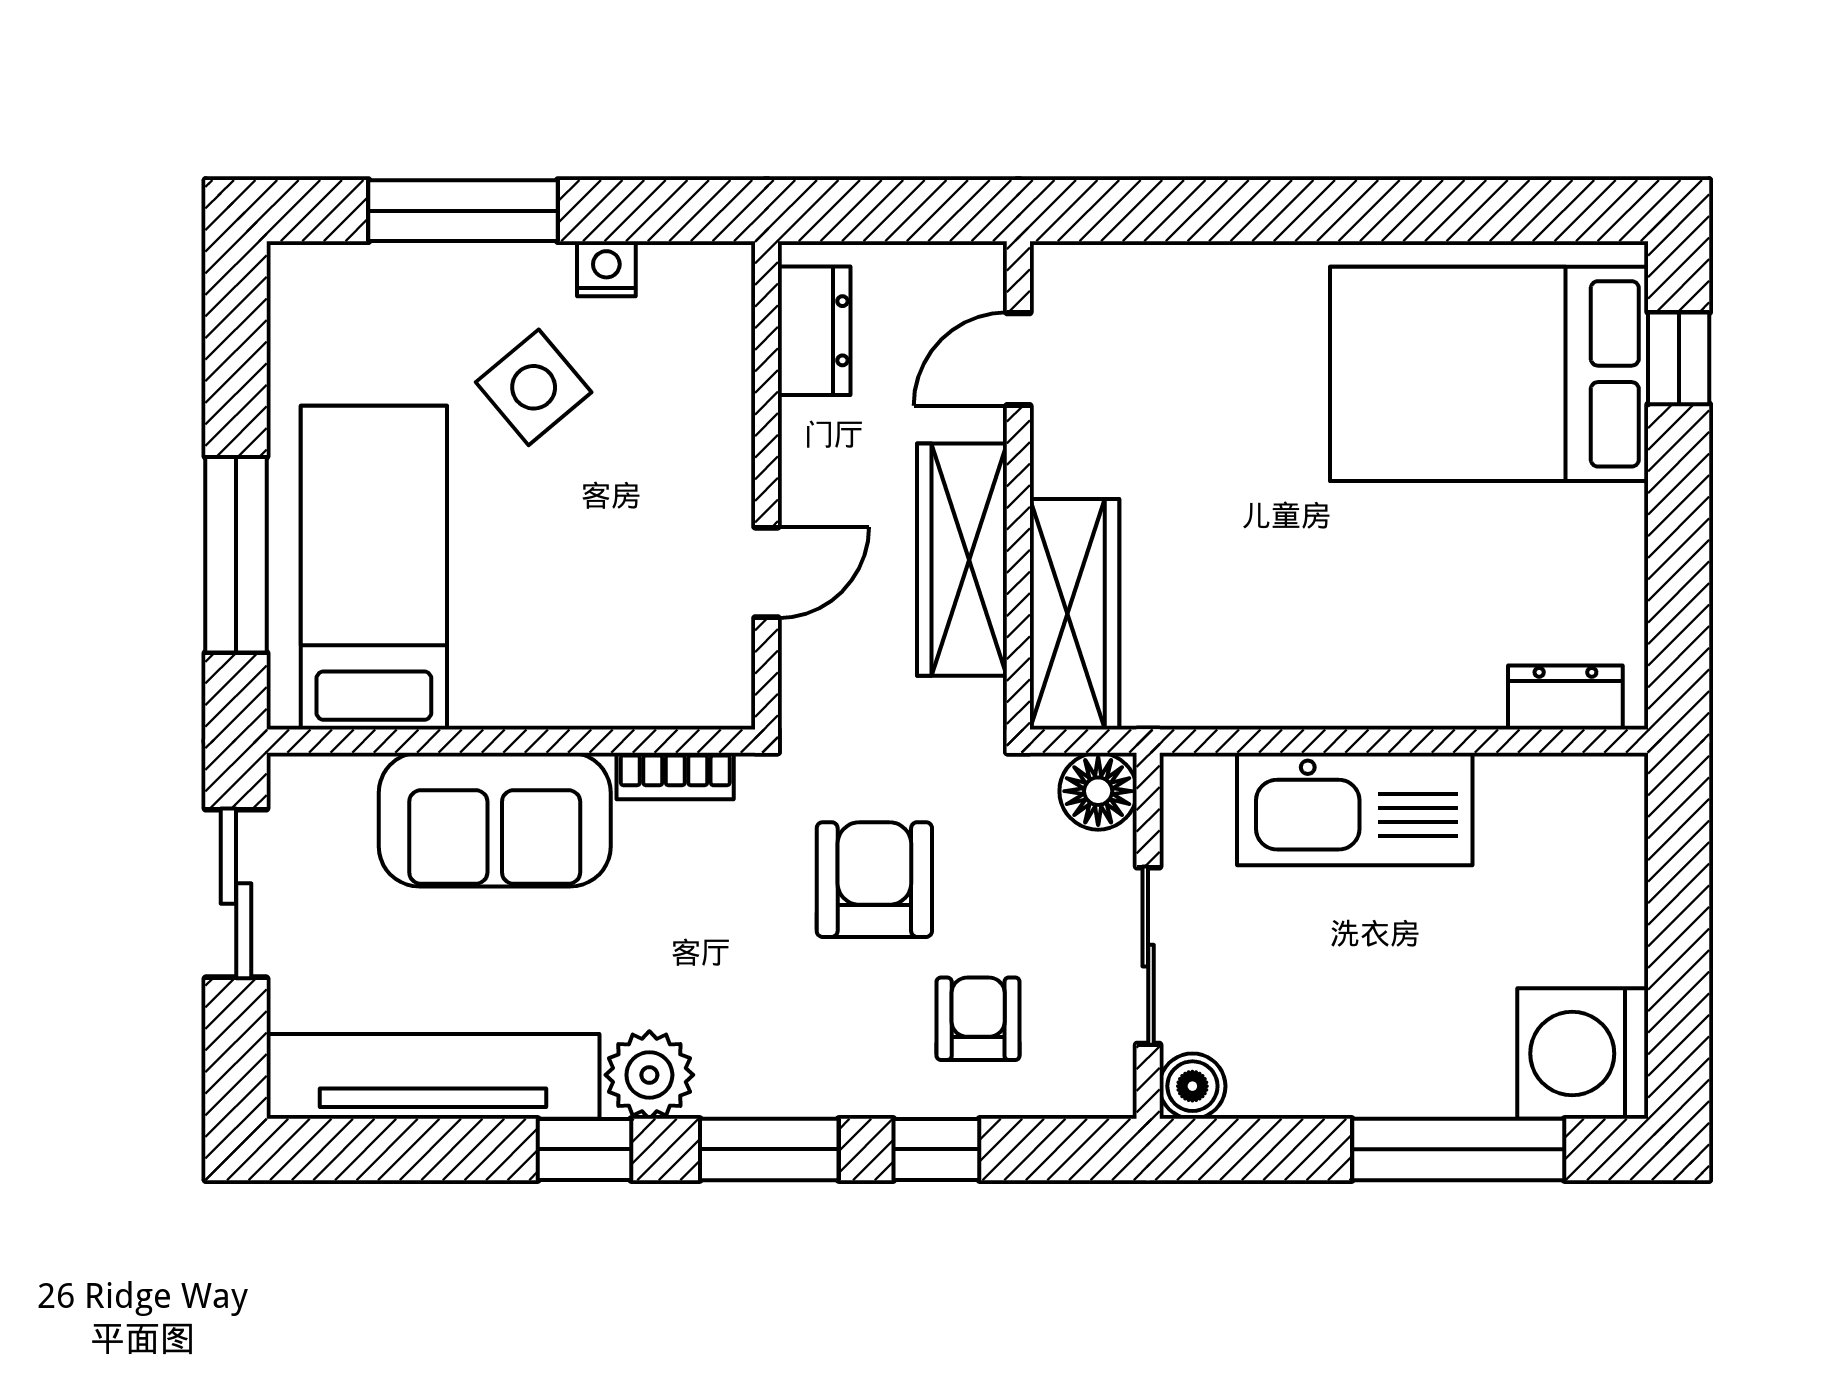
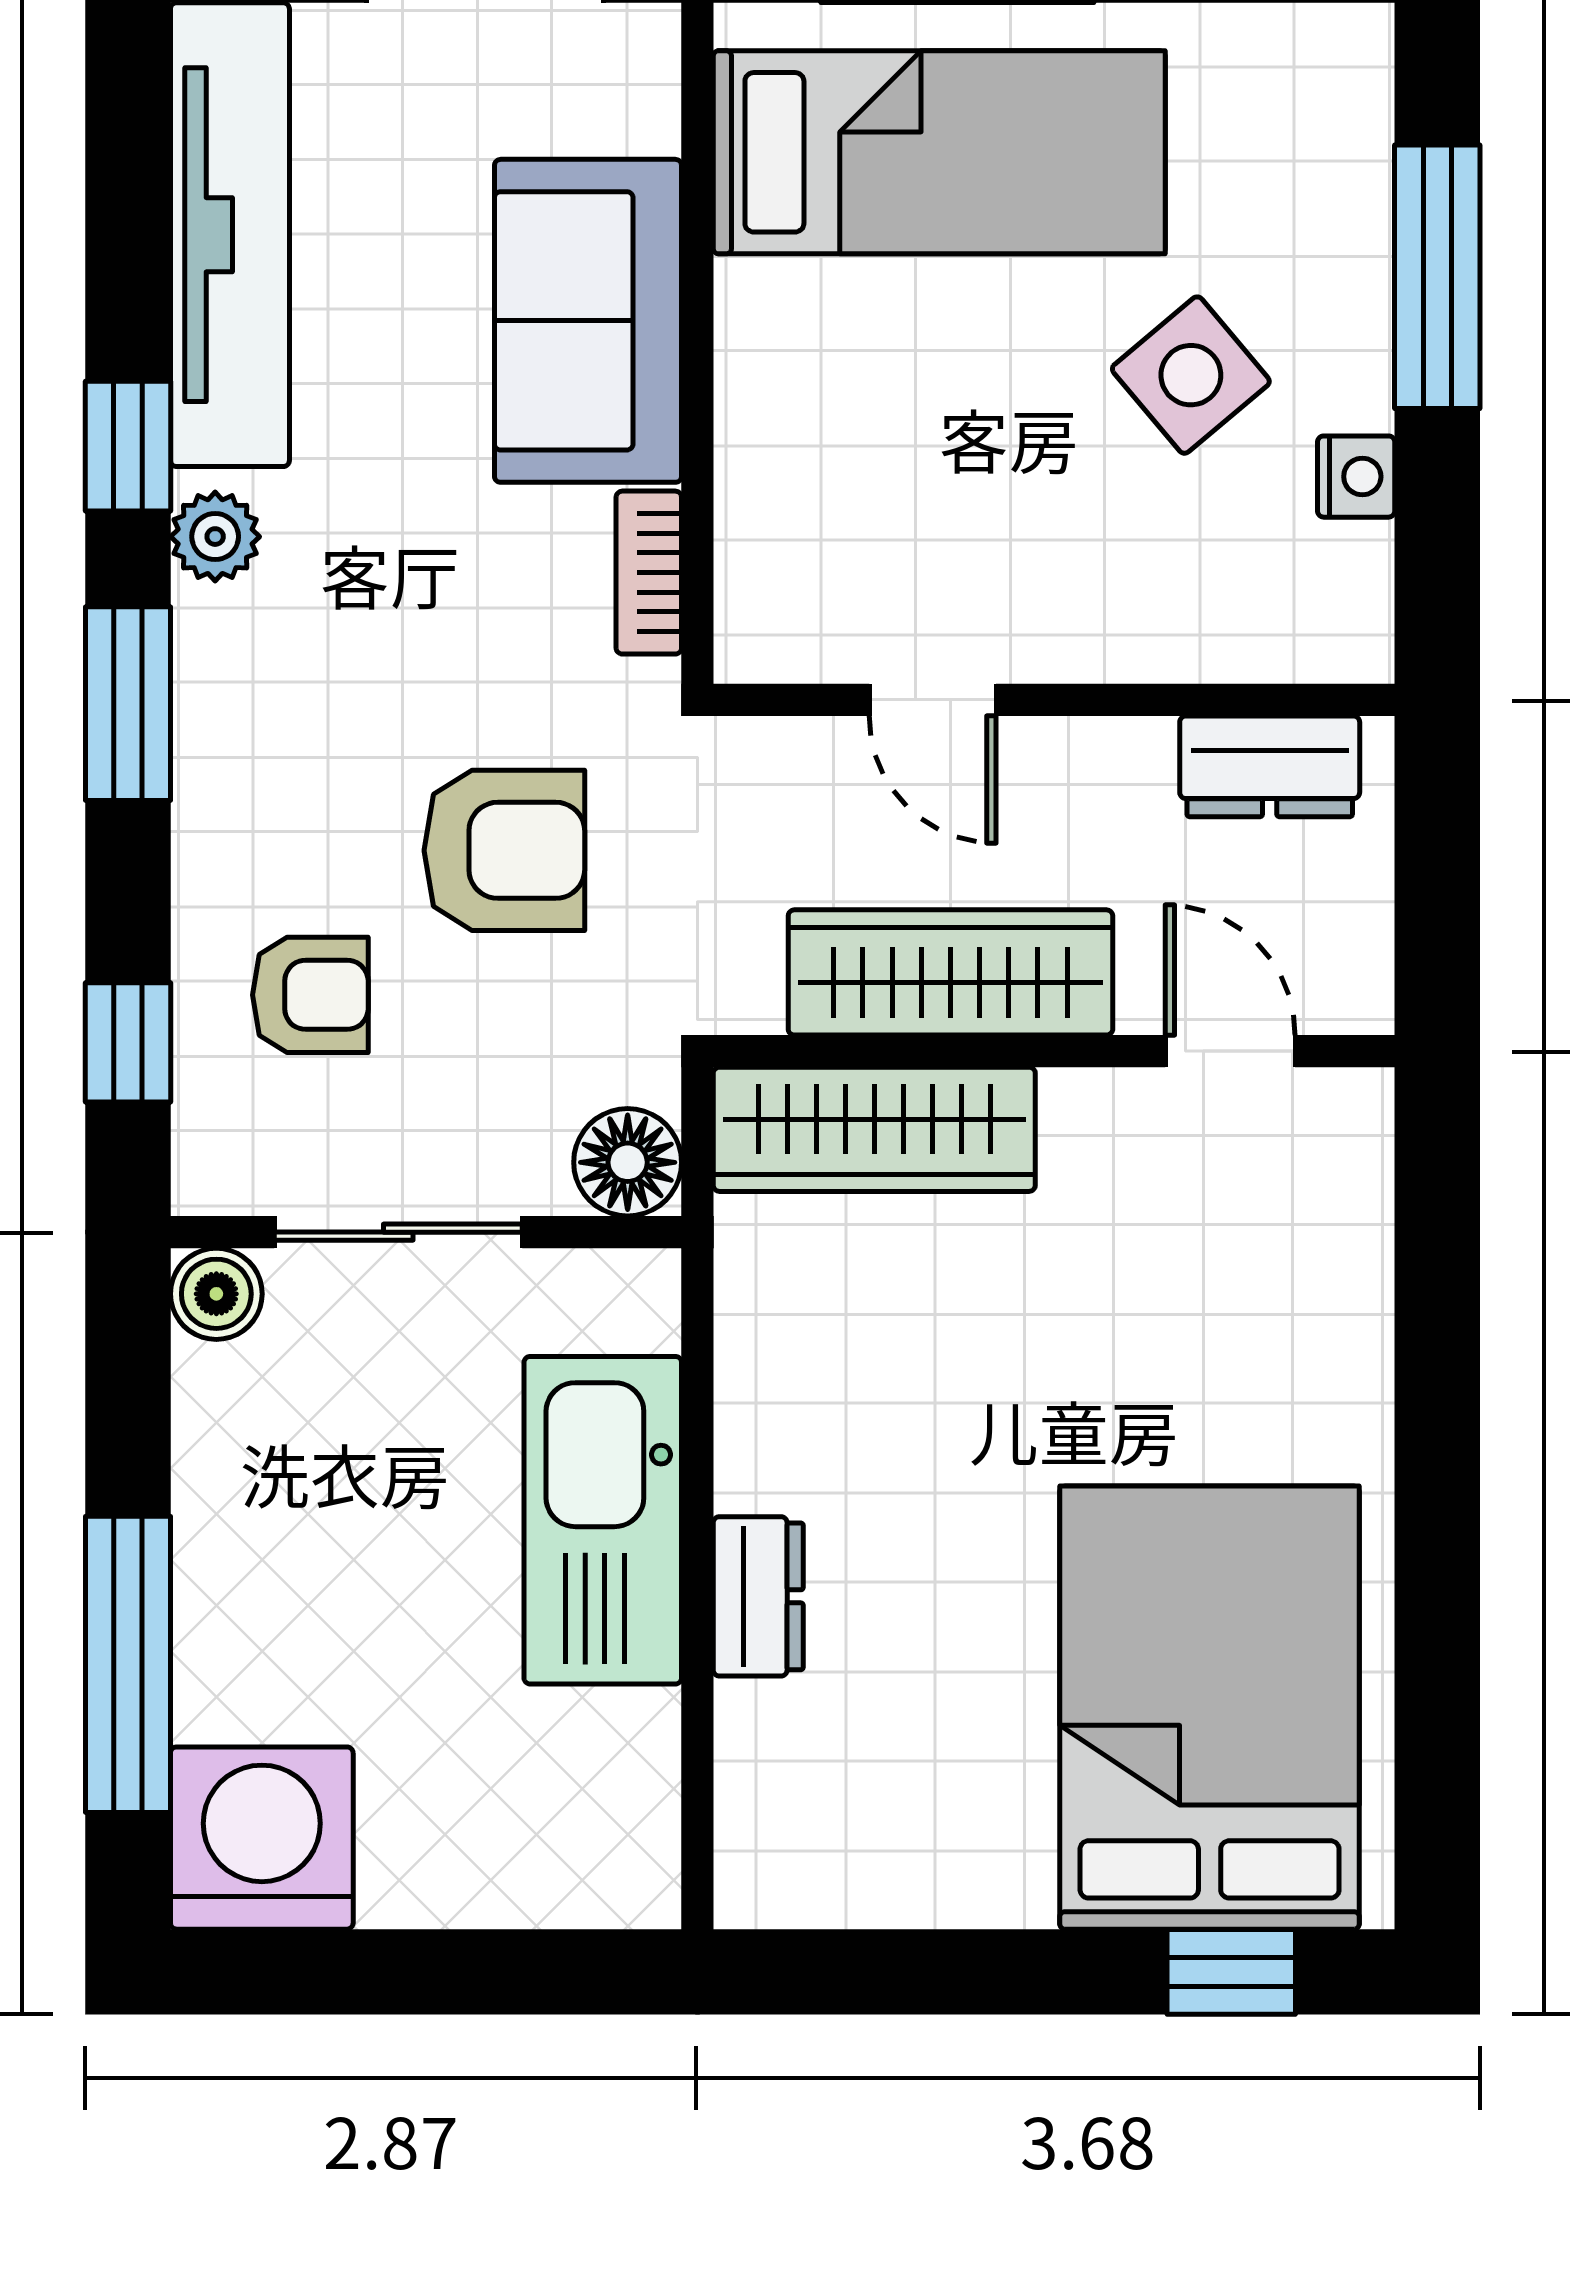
dresser: (1565, 697) -> (758, 1596), moved
plant: (649, 1075) -> (215, 537), width x0.73, depth x0.73
window: (936, 1149) -> (128, 1042), moved

